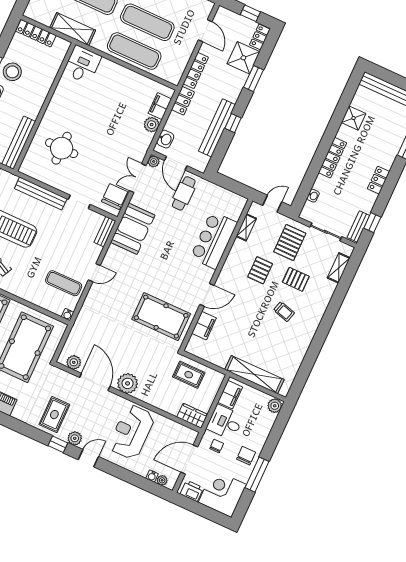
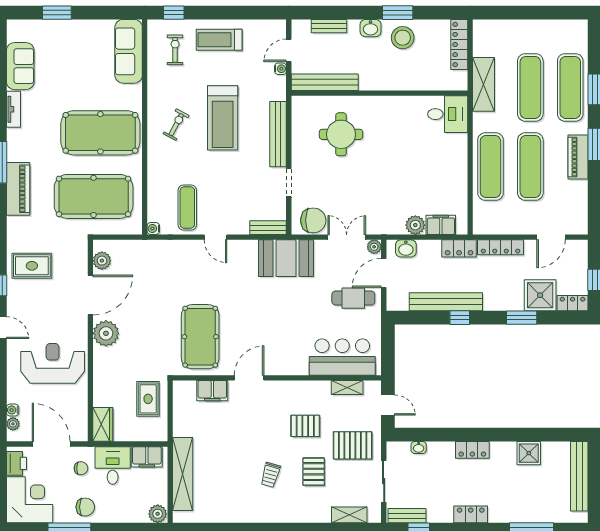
locker: (333, 158) -> (472, 450), width x0.66
bar counter: (214, 240) -> (342, 357), moved
door: (207, 295) -> (249, 378), swing flipped
plant: (75, 438) -> (15, 302), removed

